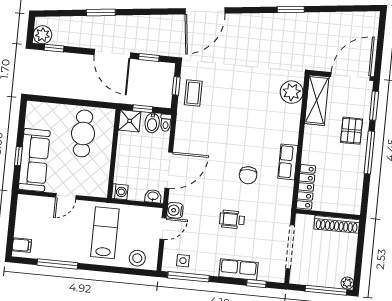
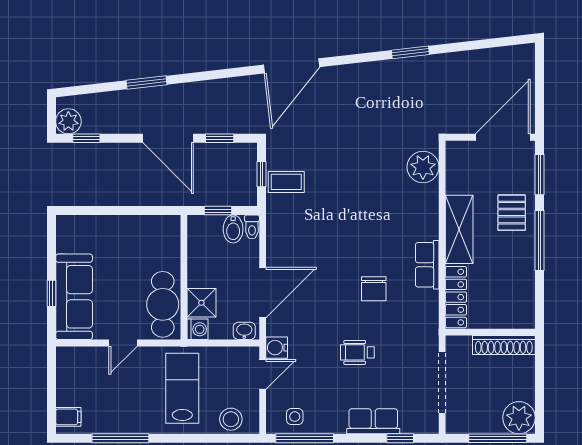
coffee table: (193, 93) -> (286, 182), turned 90
shelving: (317, 100) -> (459, 229), moved
shower: (130, 121) -> (201, 303), moved
cafe table: (83, 133) -> (163, 304), moved
plant: (347, 283) -> (519, 418), width x1.88, depth x1.88

